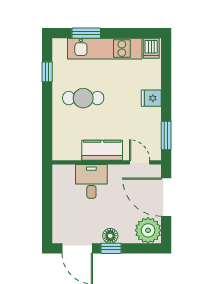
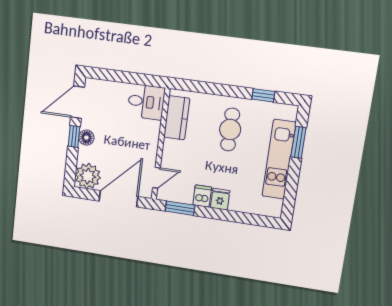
dishwasher: (151, 48) -> (202, 196), moved, turned 90
kitchen counter: (102, 150) -> (177, 118), moved
desk: (91, 181) -> (146, 102), moved

